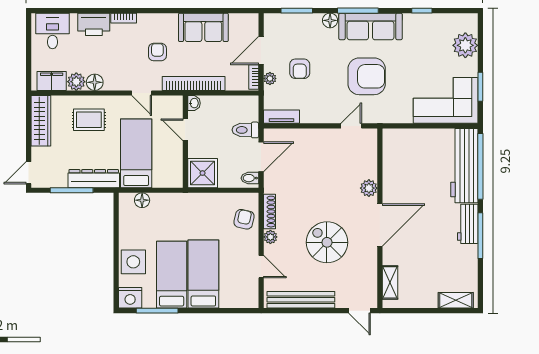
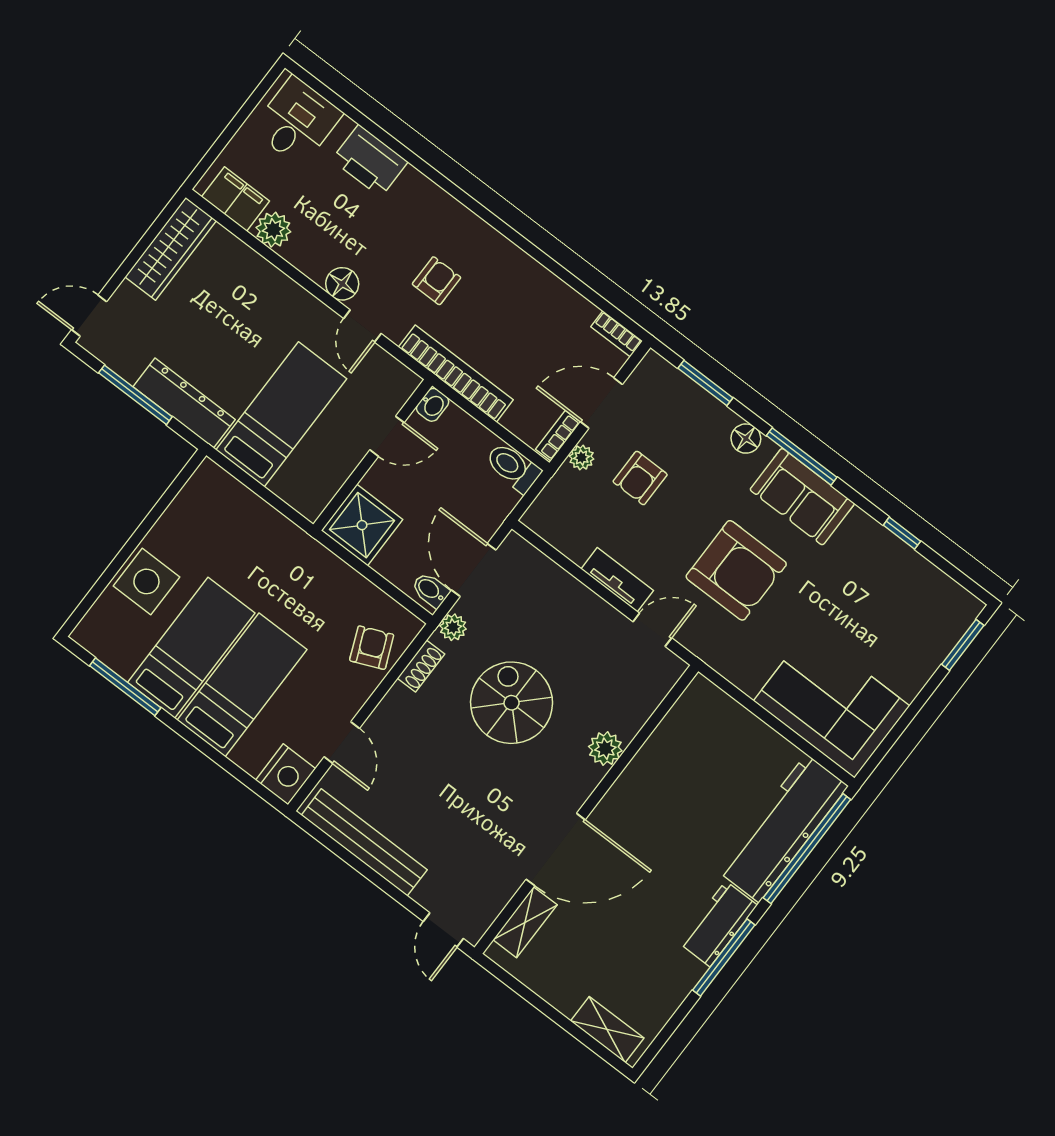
bookcase: (124, 18) -> (617, 334), moved
sofa: (371, 26) -> (802, 497), width x0.73
sofa: (203, 27) -> (538, 297), removed
plant: (465, 45) -> (929, 640), removed
floor lamp: (95, 82) -> (342, 284), moved
window: (480, 87) -> (963, 645), moved
tv unit: (282, 117) -> (617, 580), moved
rug: (89, 120) -> (247, 305), removed
door: (185, 130) -> (387, 436), swing flipped
toilet: (245, 130) -> (513, 467), moved
door: (261, 157) -> (474, 570), swing flipped
floor lamp: (142, 200) -> (234, 495), removed
shoe rack: (269, 212) -> (421, 666), width x0.70
armchair: (244, 219) -> (372, 648), turned -36
door: (380, 225) -> (556, 850), moved
plant: (270, 237) -> (453, 627), moved
spiral stairs: (327, 242) -> (512, 703), moved
nightstand: (130, 298) -> (285, 774), moved, turned -90

